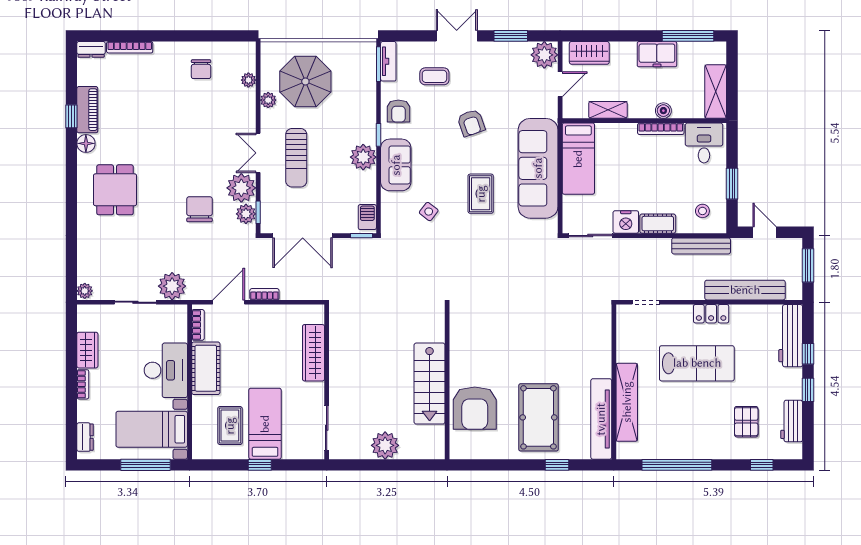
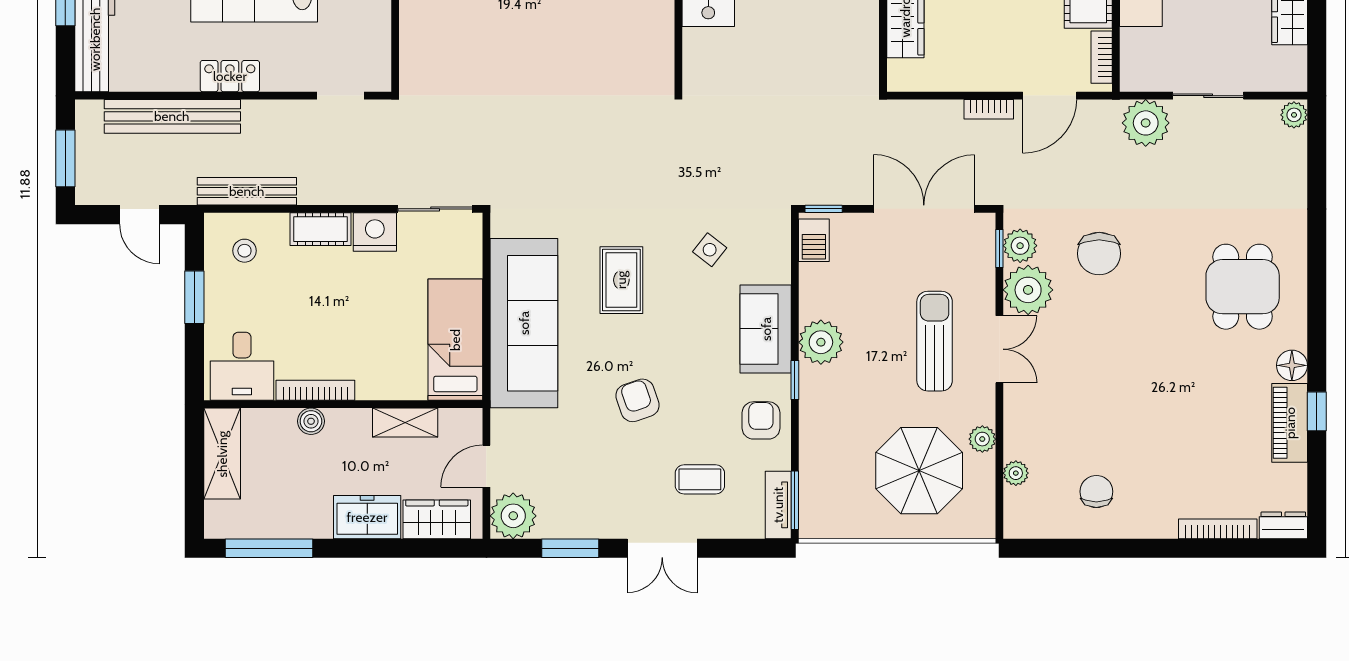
freezer: (657, 54) -> (367, 517), moved

